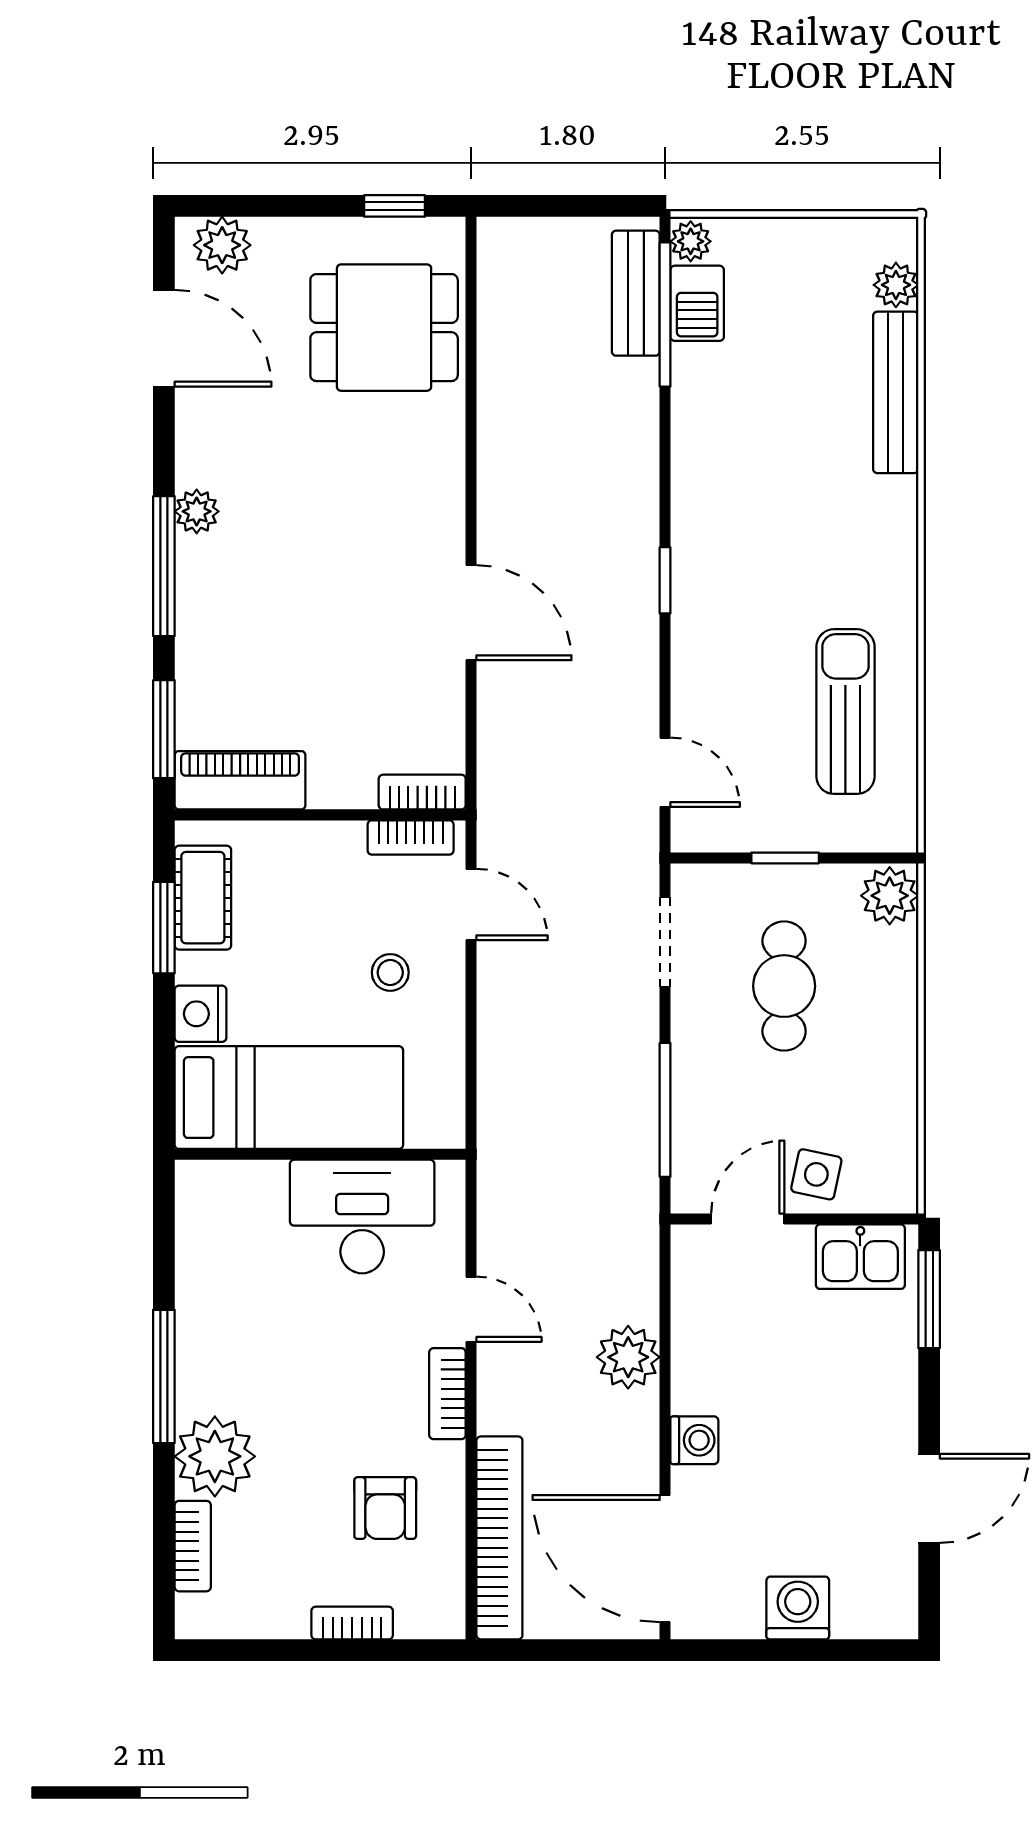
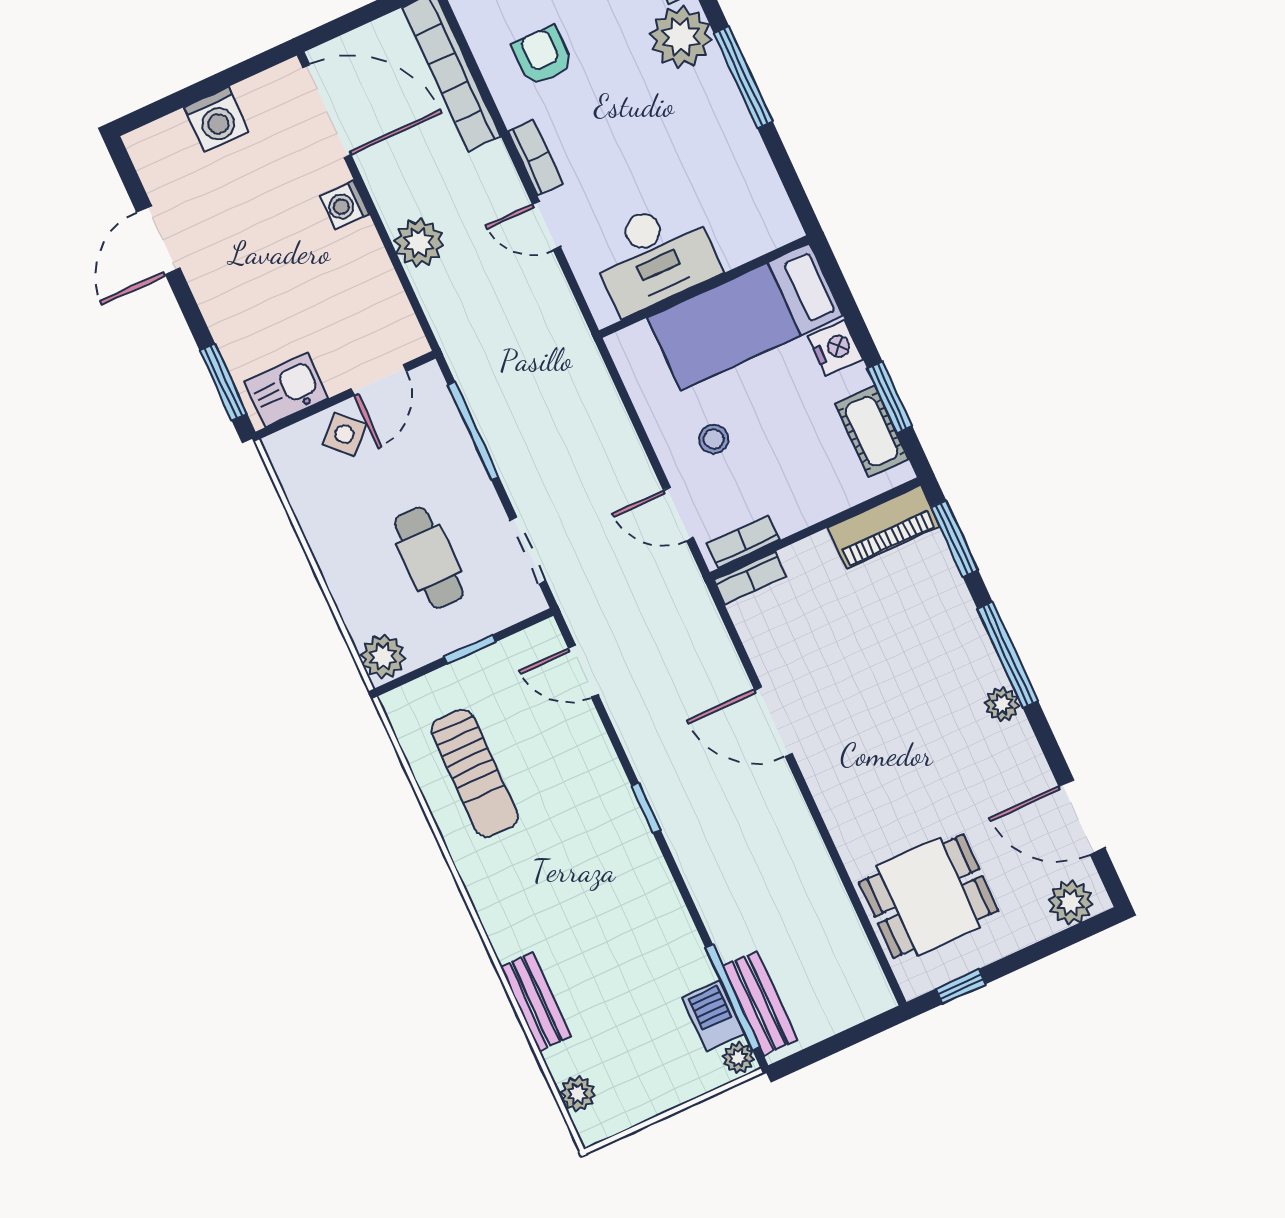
bench: (896, 392) -> (536, 1002), width x0.73
side table: (816, 1174) -> (344, 434), turned 33

